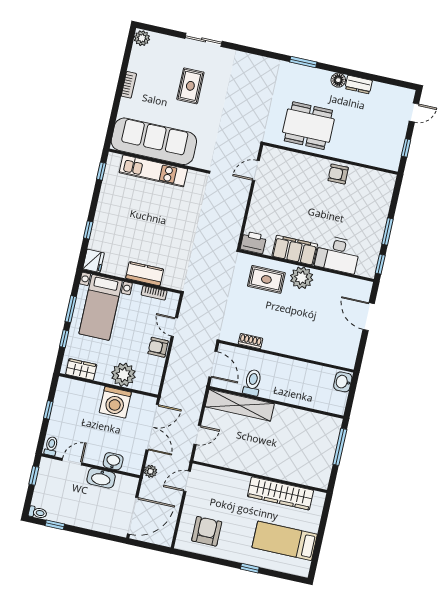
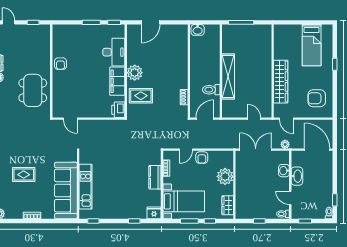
rug: (266, 279) -> (141, 96), turned 90
washing machine: (115, 402) -> (245, 178), removed
shelving: (240, 405) -> (228, 76), moved
wardrobe: (280, 493) -> (281, 82), moved

